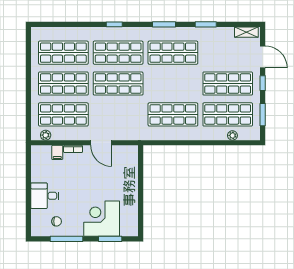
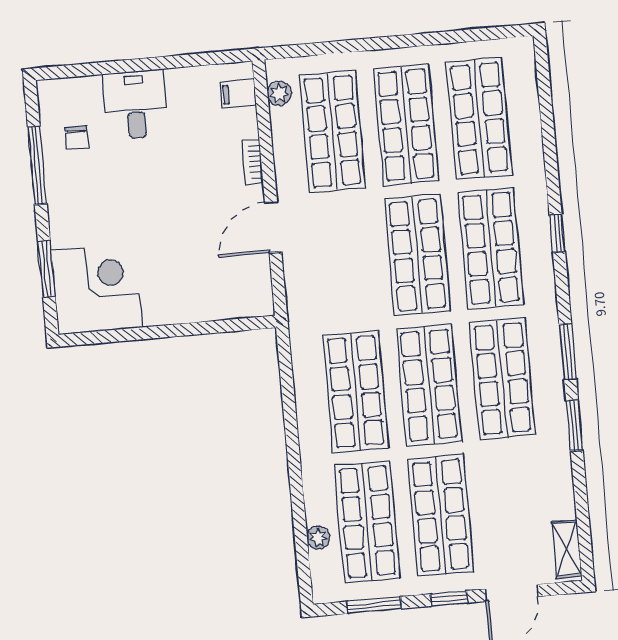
window: (206, 24) -> (574, 425), moved
shop shelf: (173, 84) -> (429, 385), added
filing cabinet: (57, 152) -> (238, 94), moved
corner desk: (102, 219) -> (97, 289), moved

